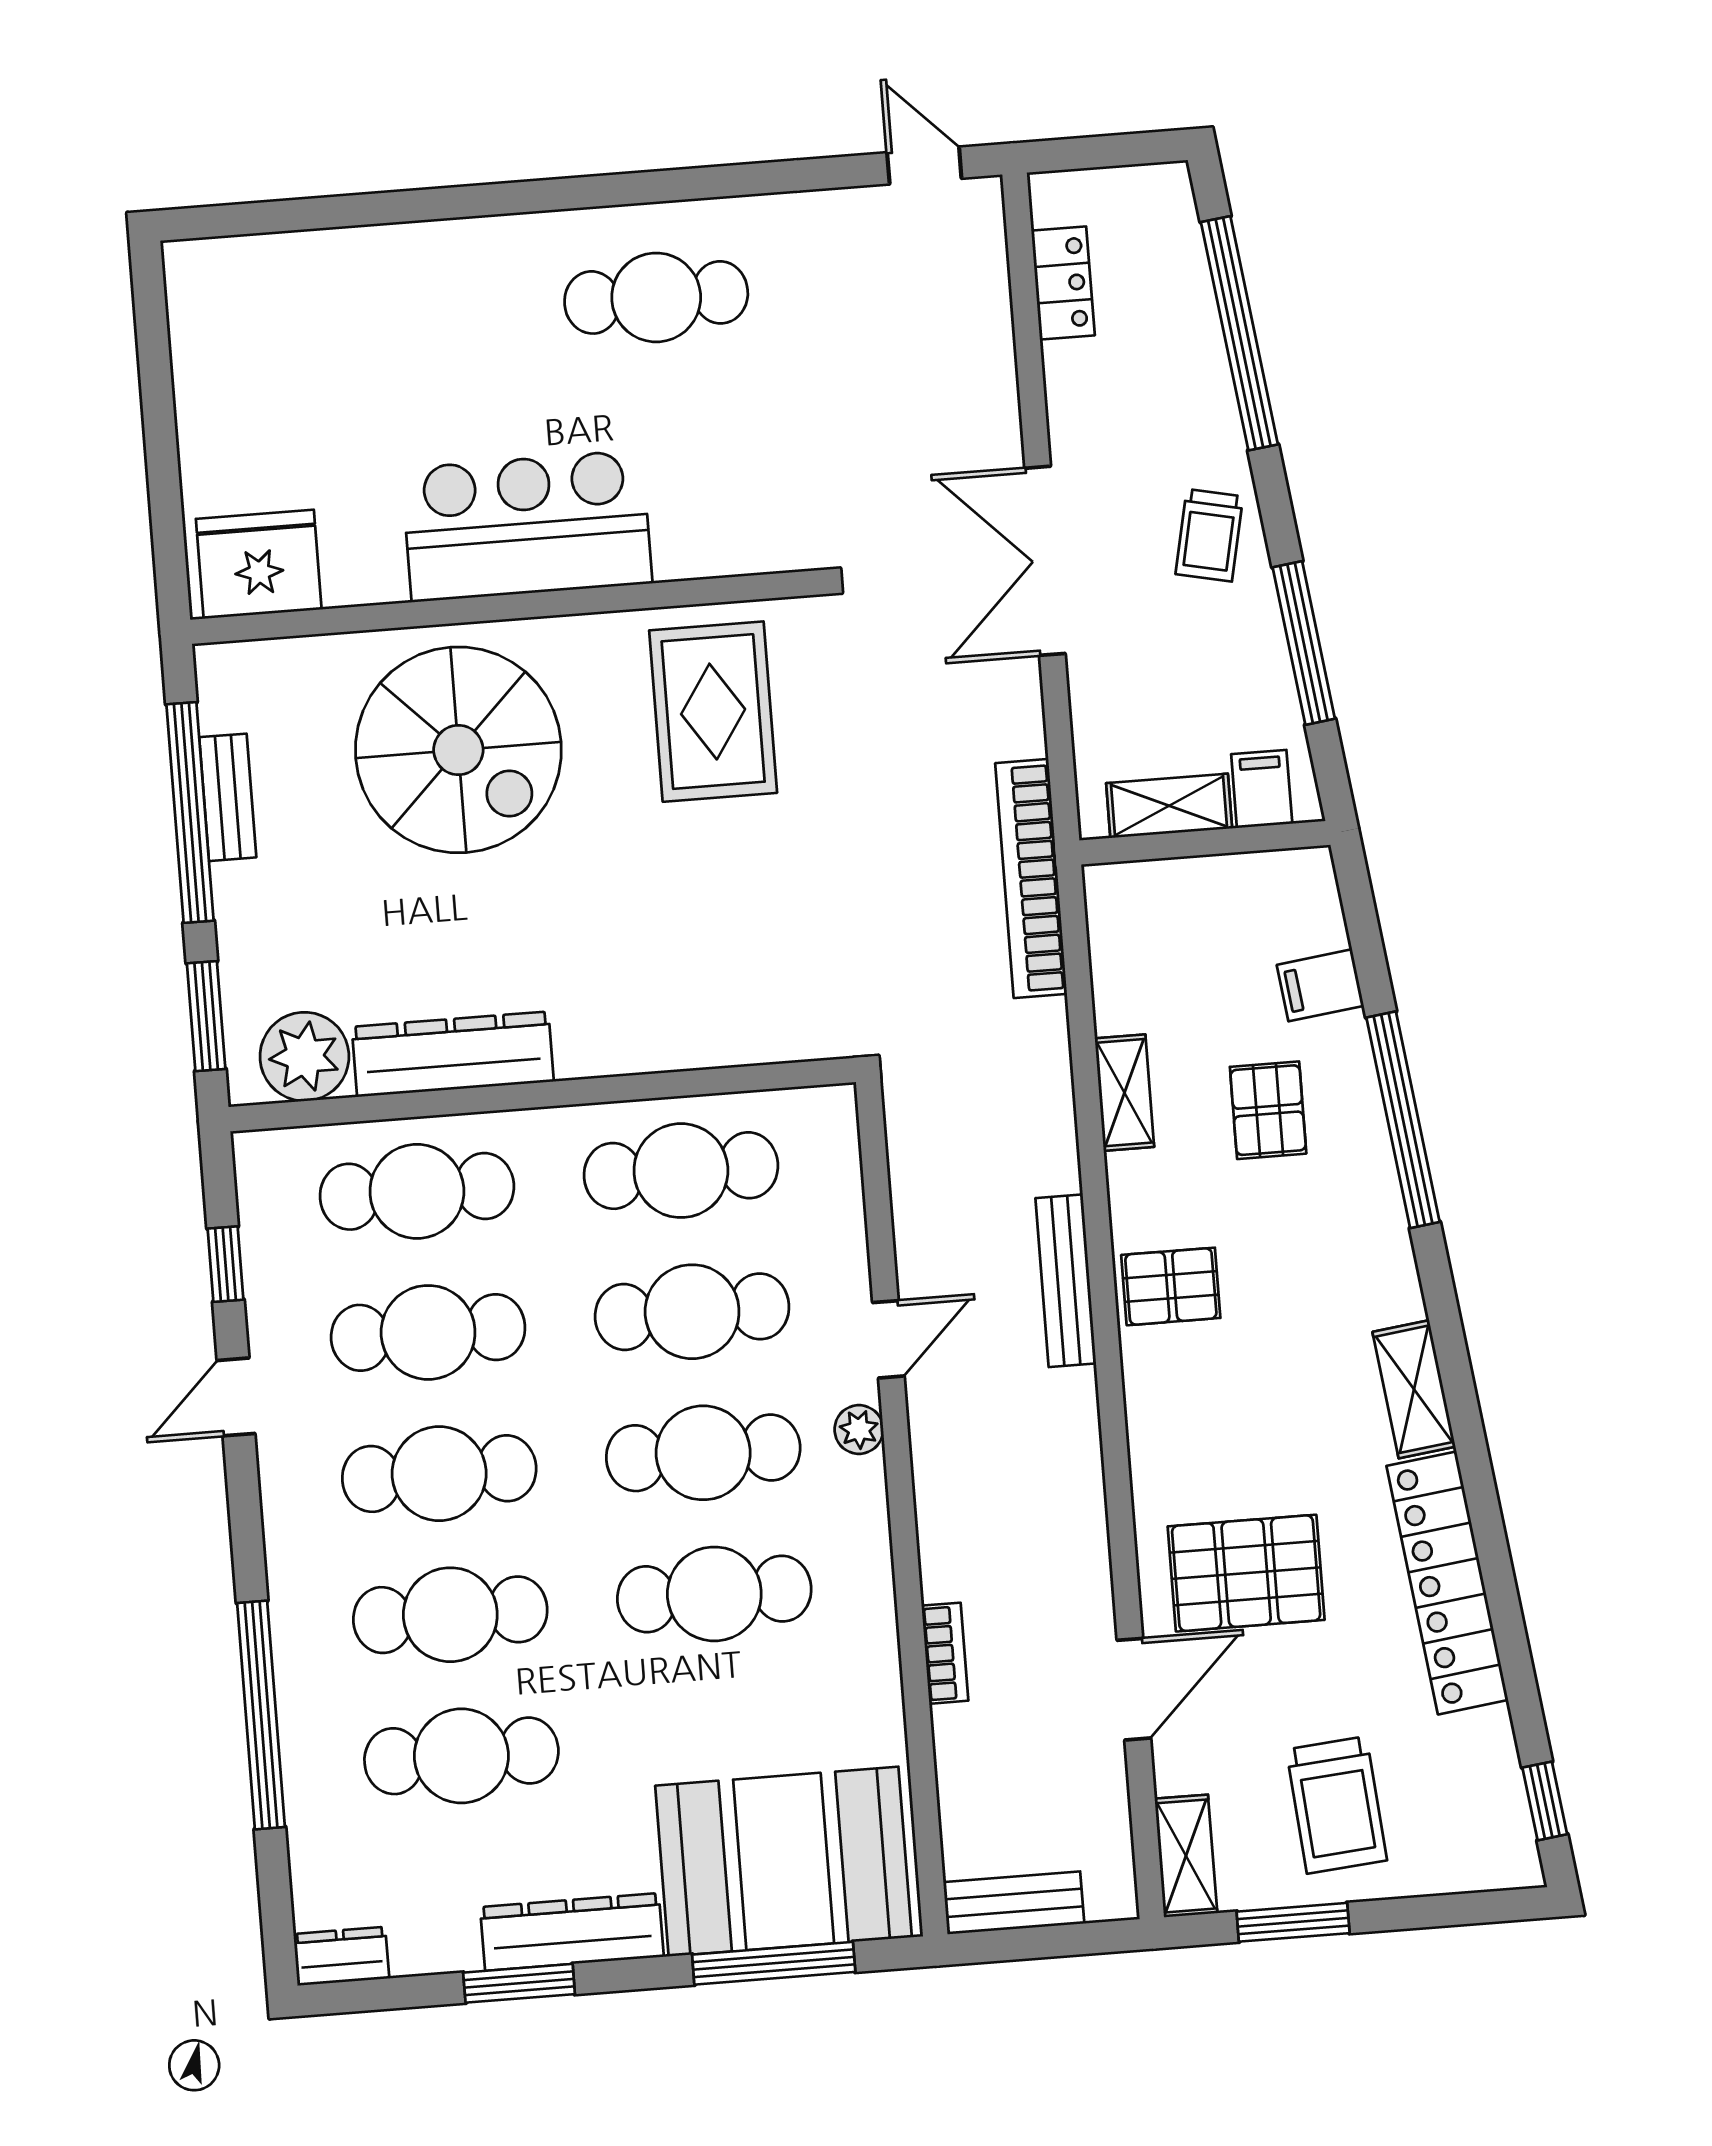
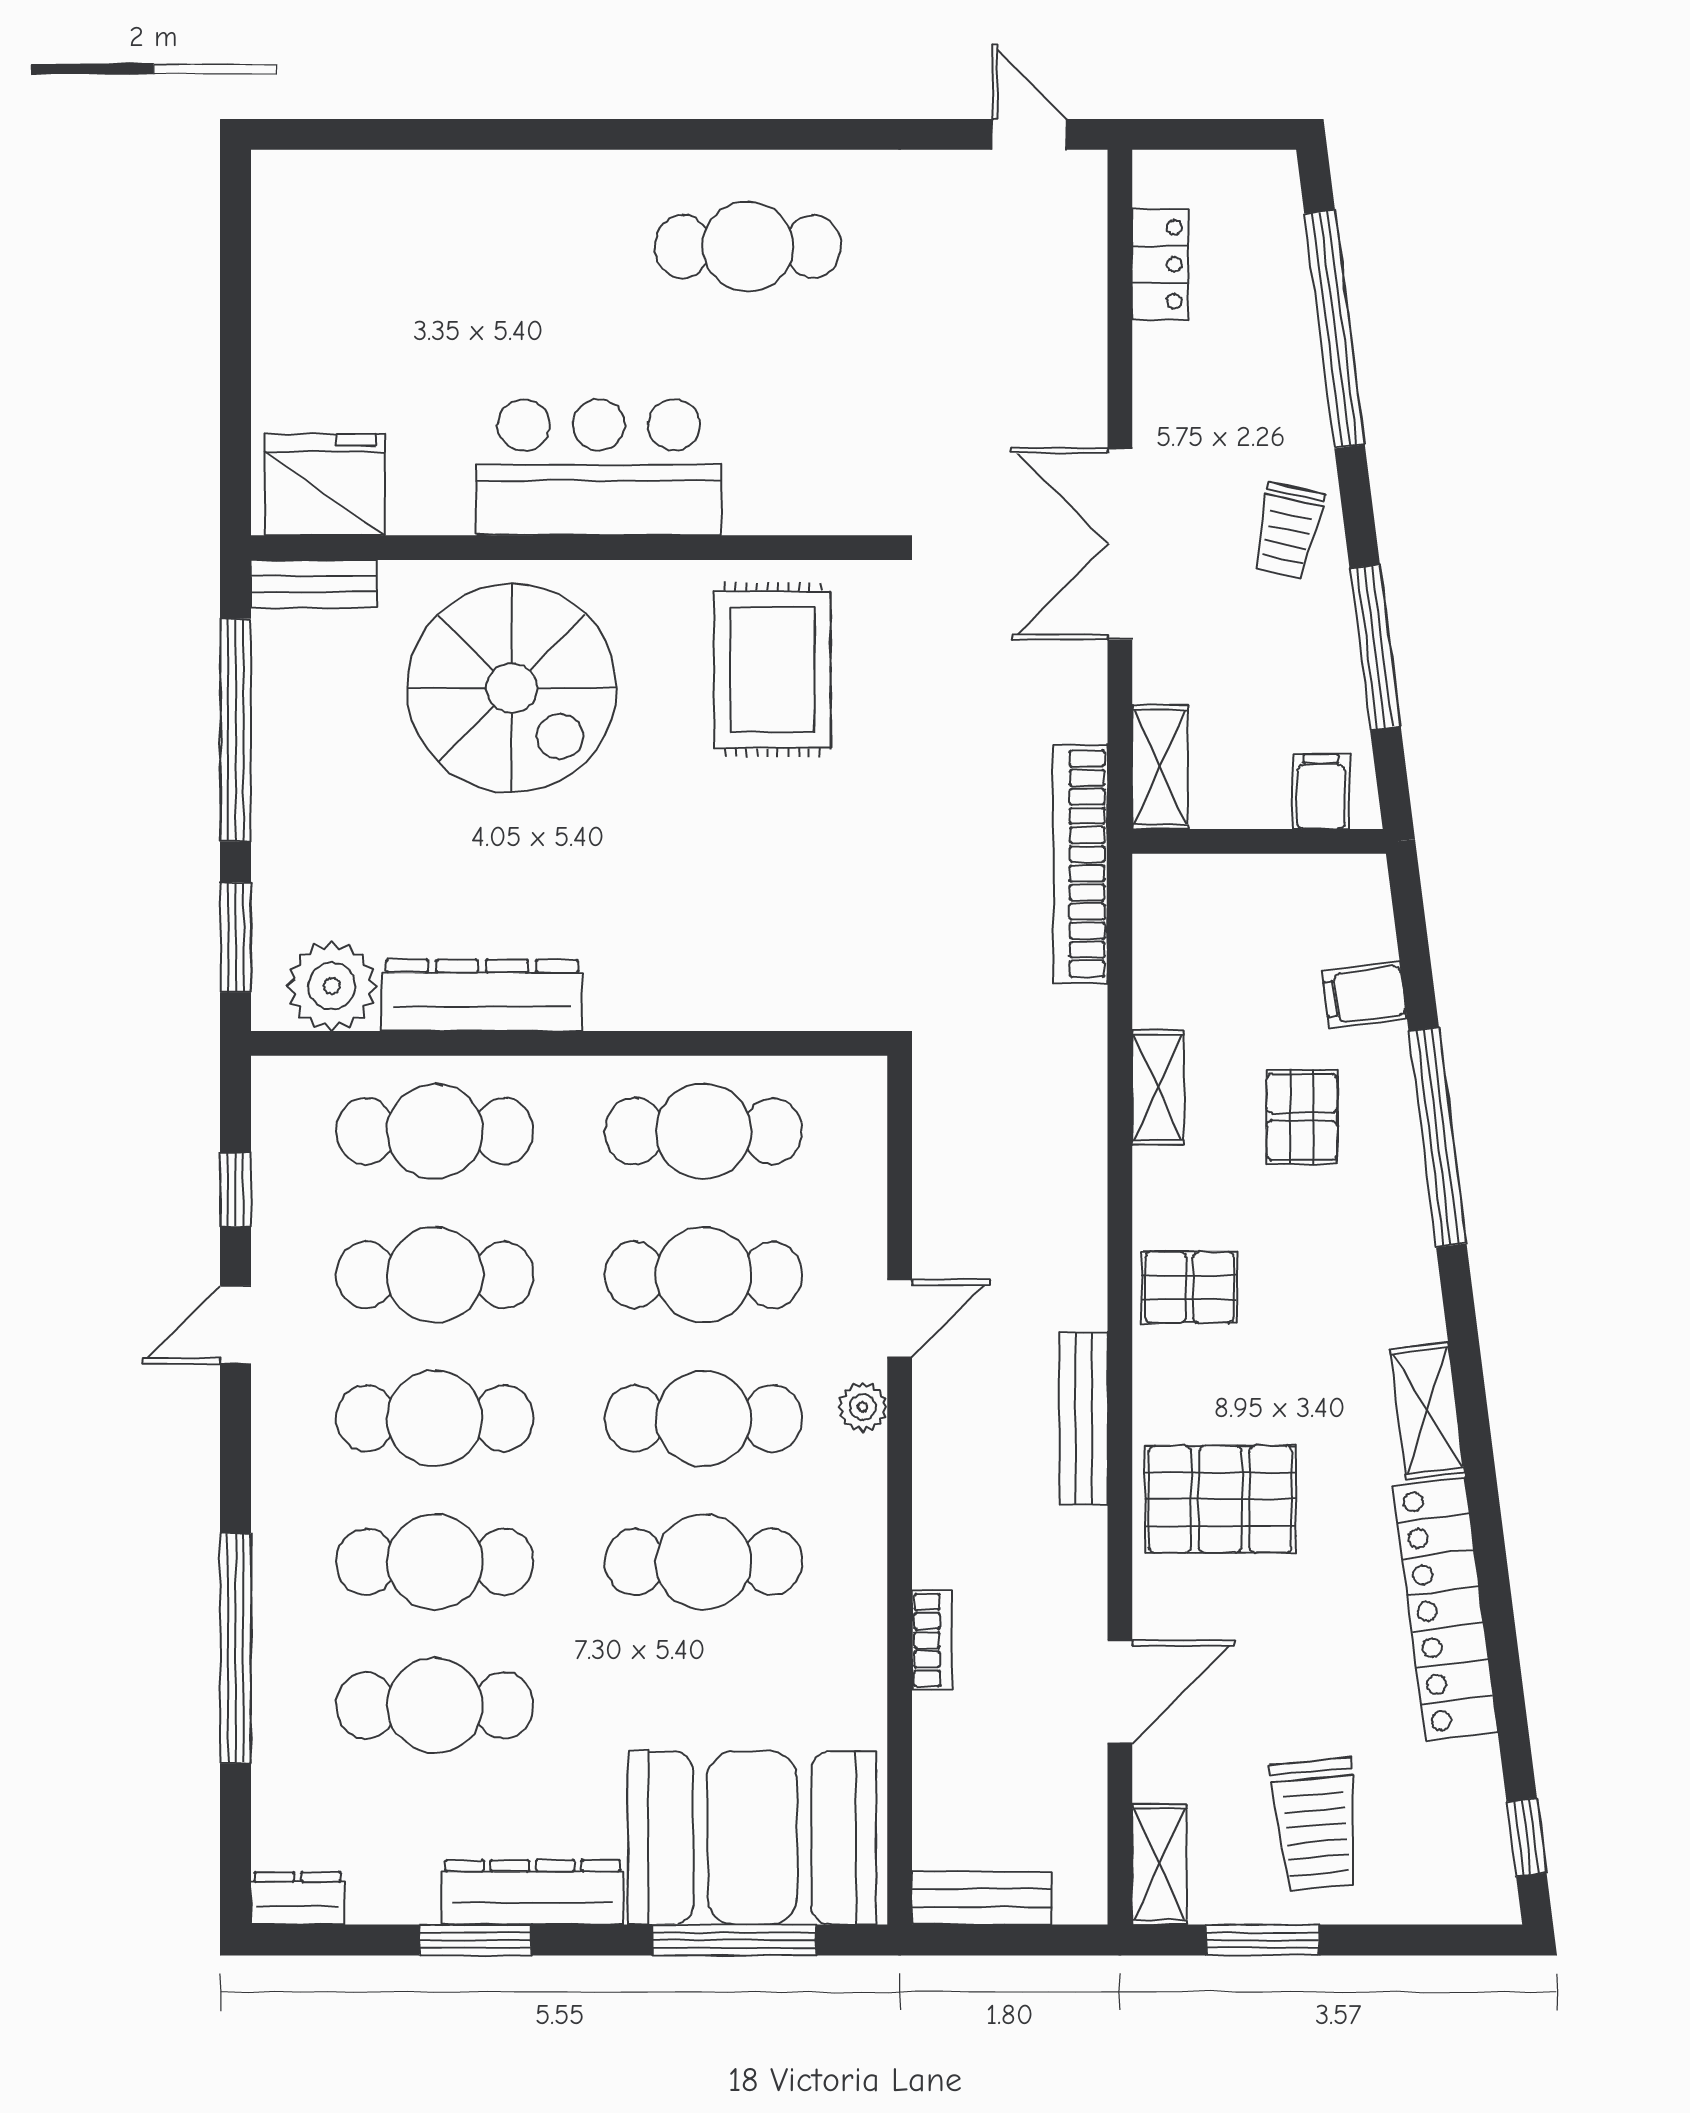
bench: (228, 797) -> (314, 584), moved, turned 90
shelving: (1169, 806) -> (1160, 767), moved, turned 90
bench: (1066, 1281) -> (1084, 1419), moved
pallet: (1246, 1573) -> (1220, 1499), moved

